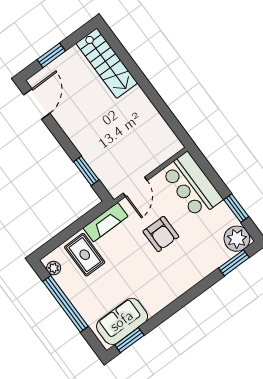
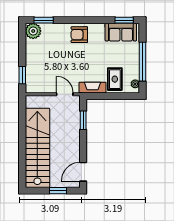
stairs: (107, 63) -> (37, 148), width x1.86, depth x1.51
bar counter: (192, 185) -> (36, 74), removed
door: (135, 187) -> (65, 94), hinge flipped
window: (236, 208) -> (22, 75), moved
armchair: (161, 234) -> (79, 35), moved, turned -90

